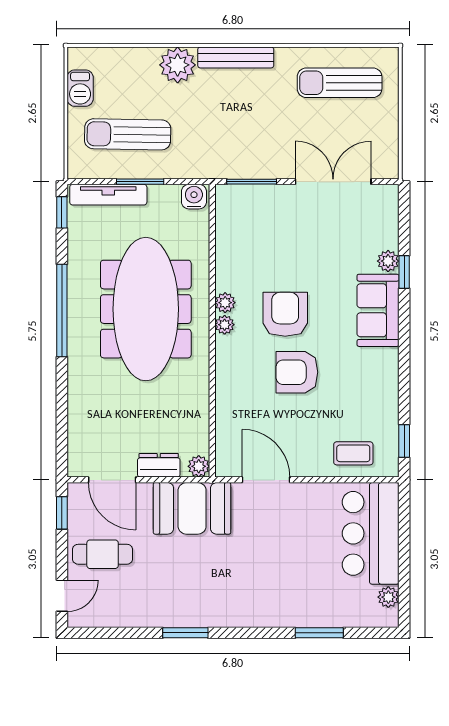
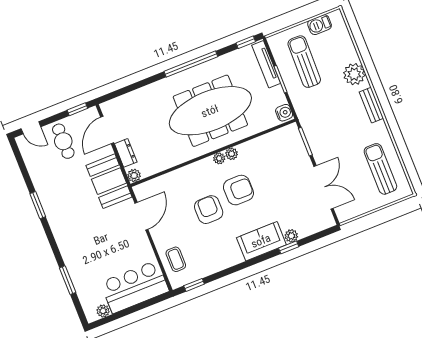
bench: (236, 57) -> (371, 105), width x0.73

